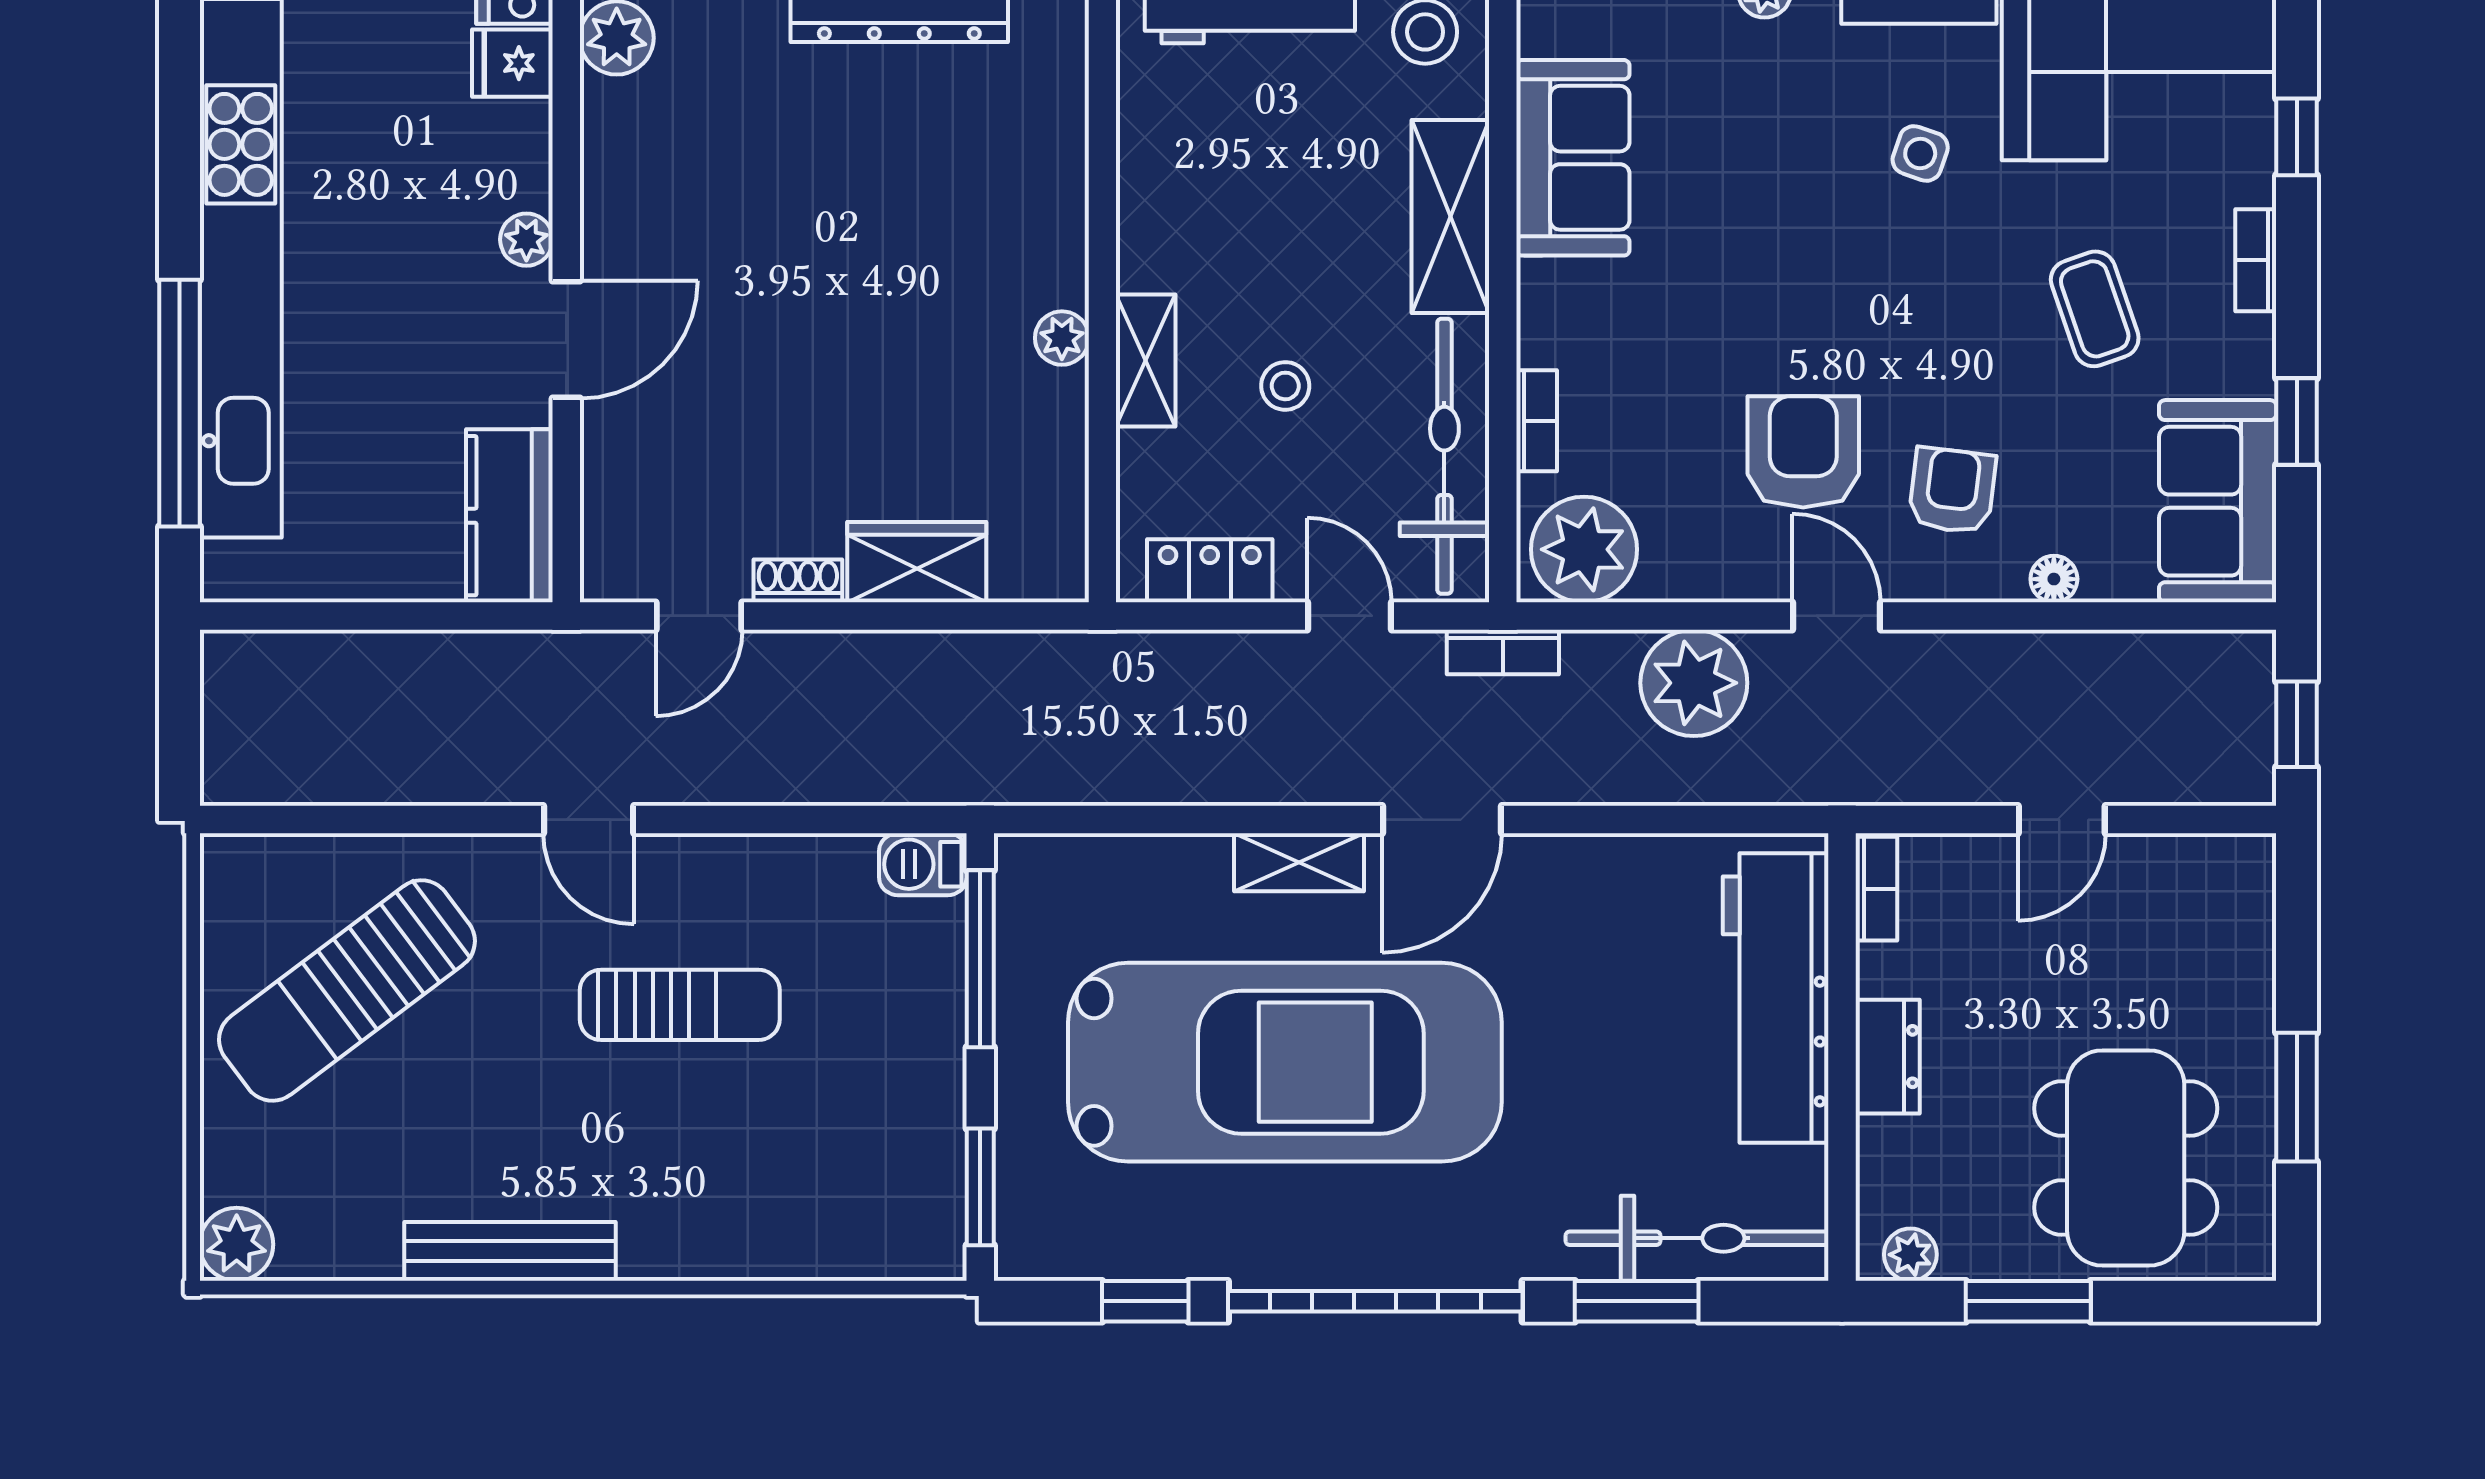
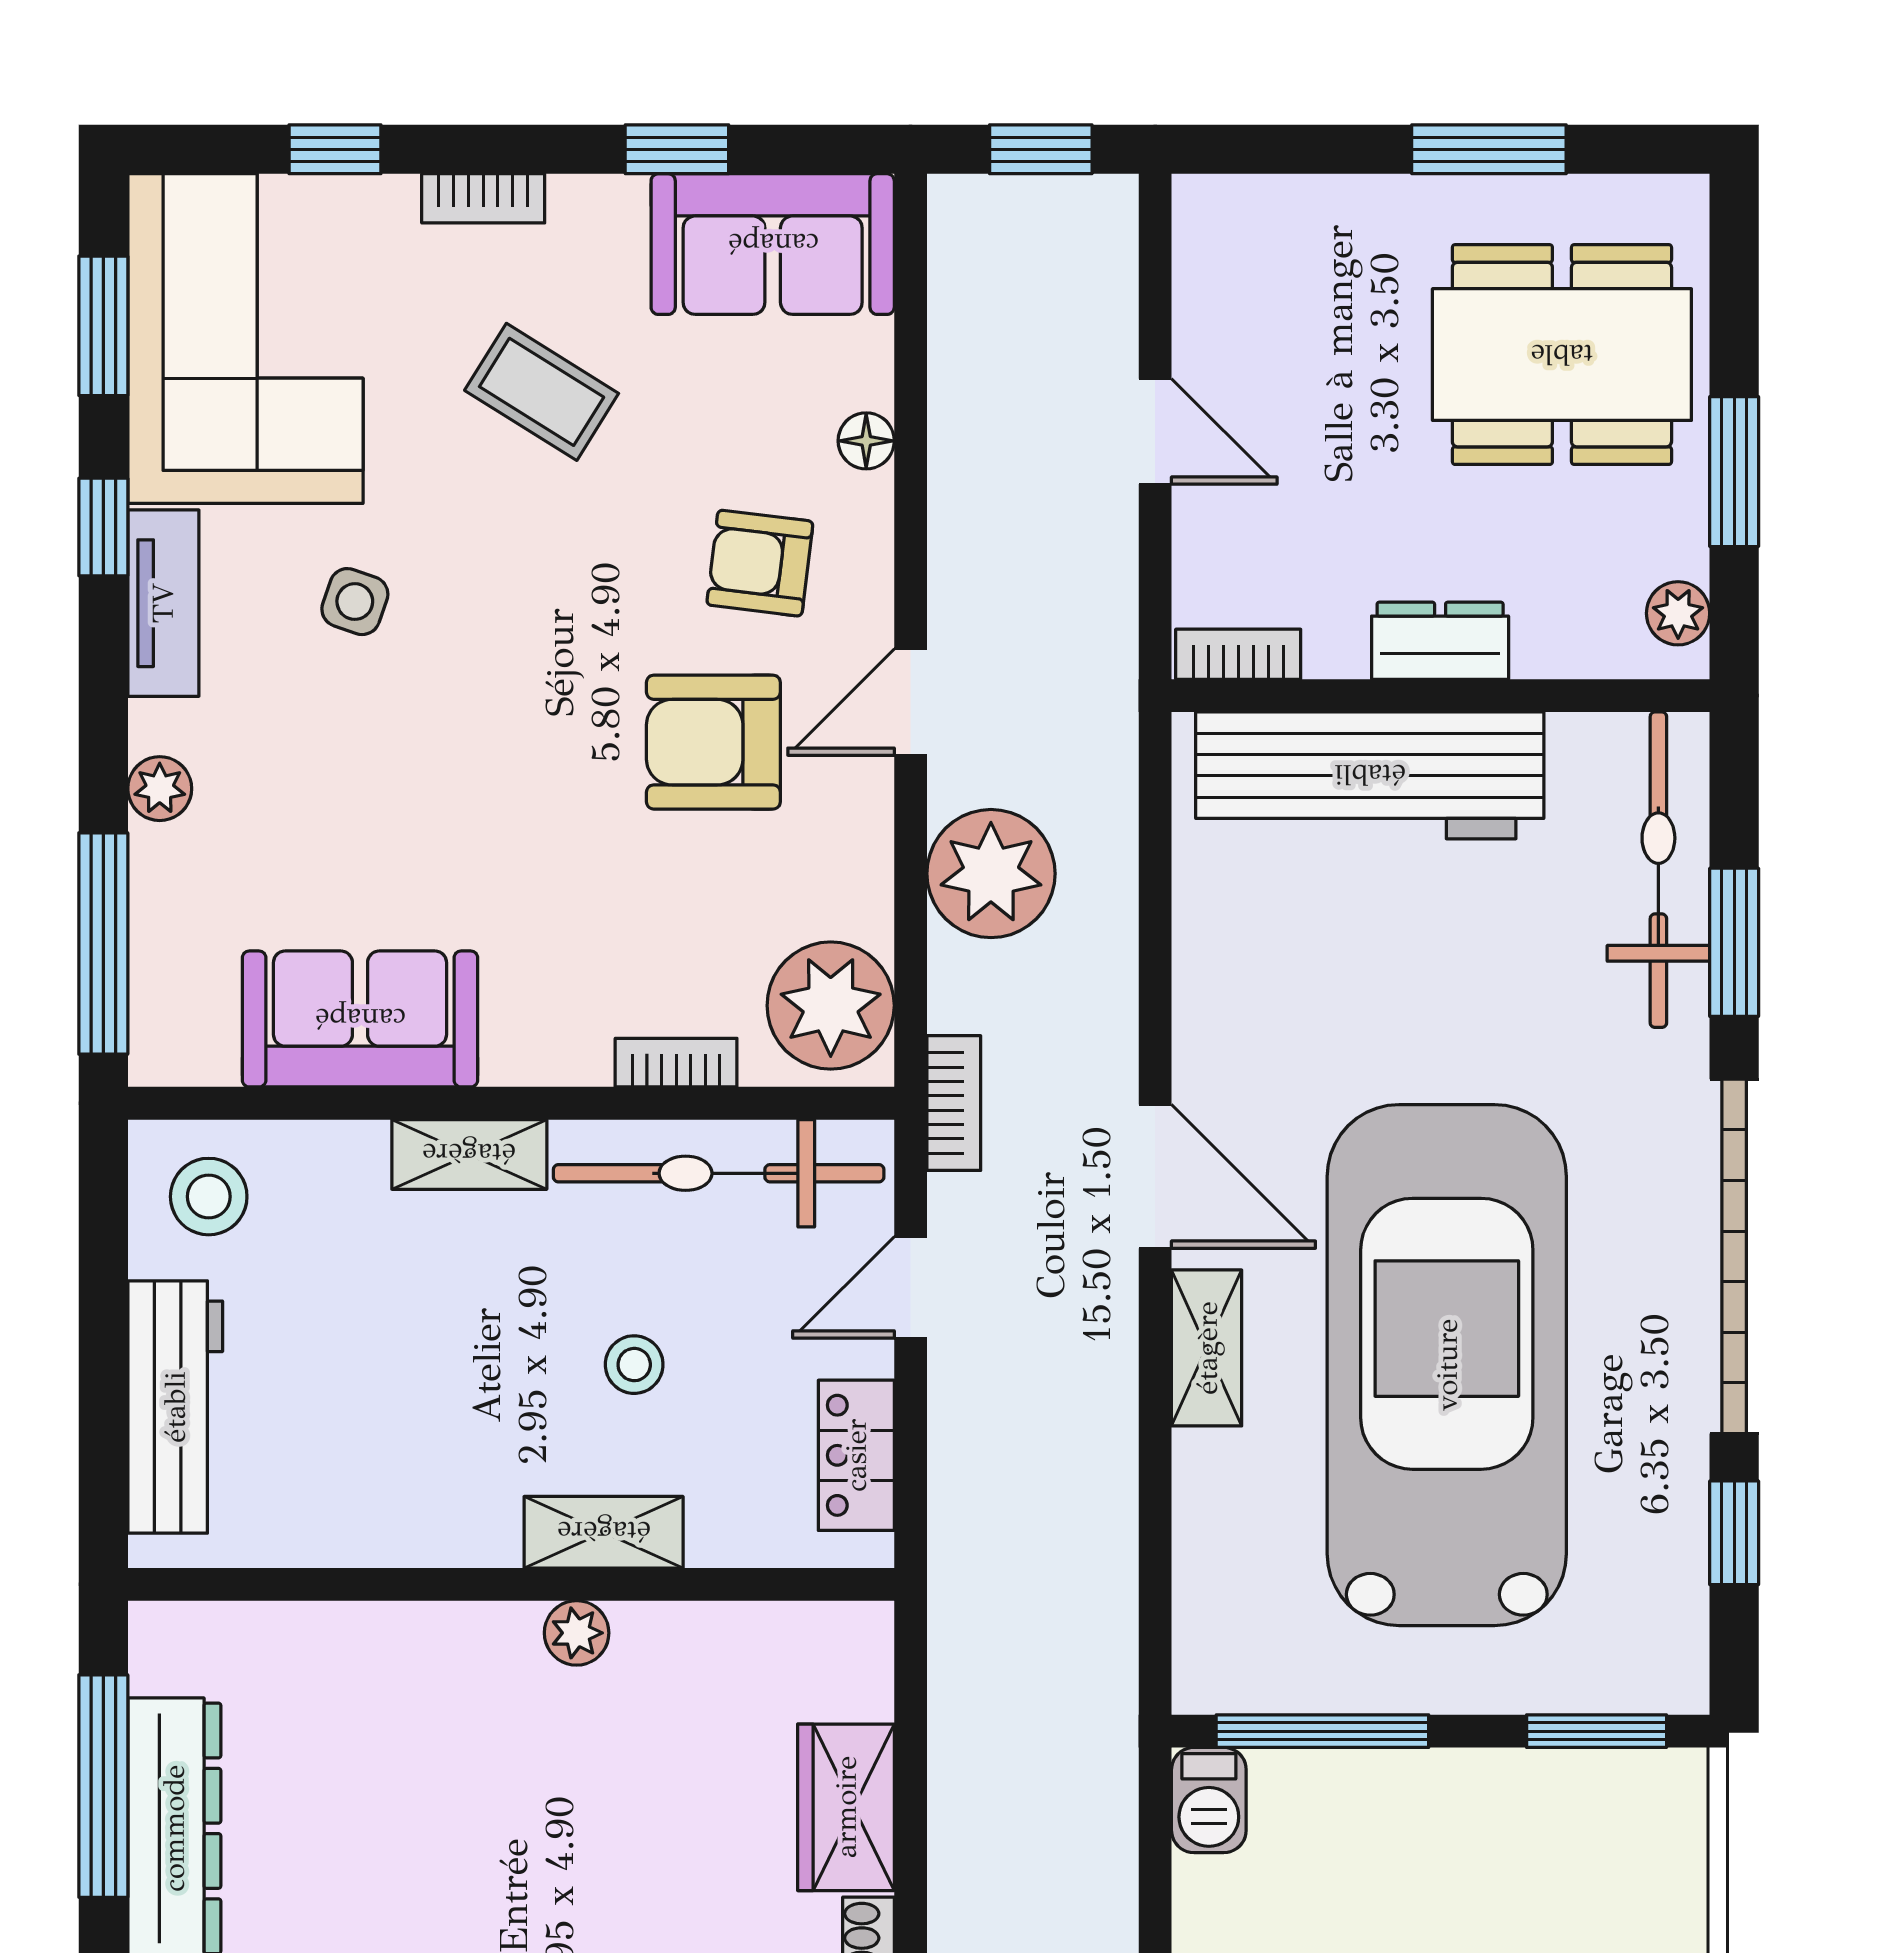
shelving: (1450, 217) -> (469, 1154), width x0.67, depth x0.75
coffee table: (2095, 309) -> (542, 392), turned 51

